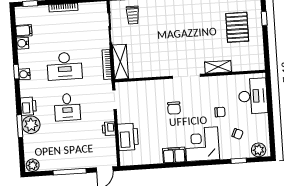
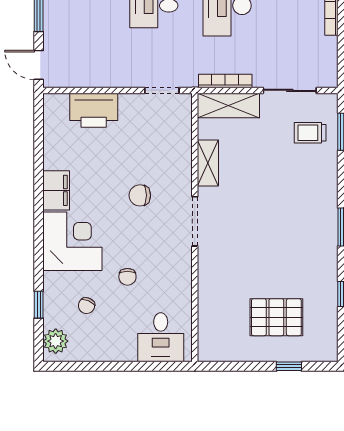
shelving: (218, 67) -> (208, 163), moved
desk: (253, 96) -> (161, 337), width x0.73
printer: (109, 129) -> (111, 77), removed

